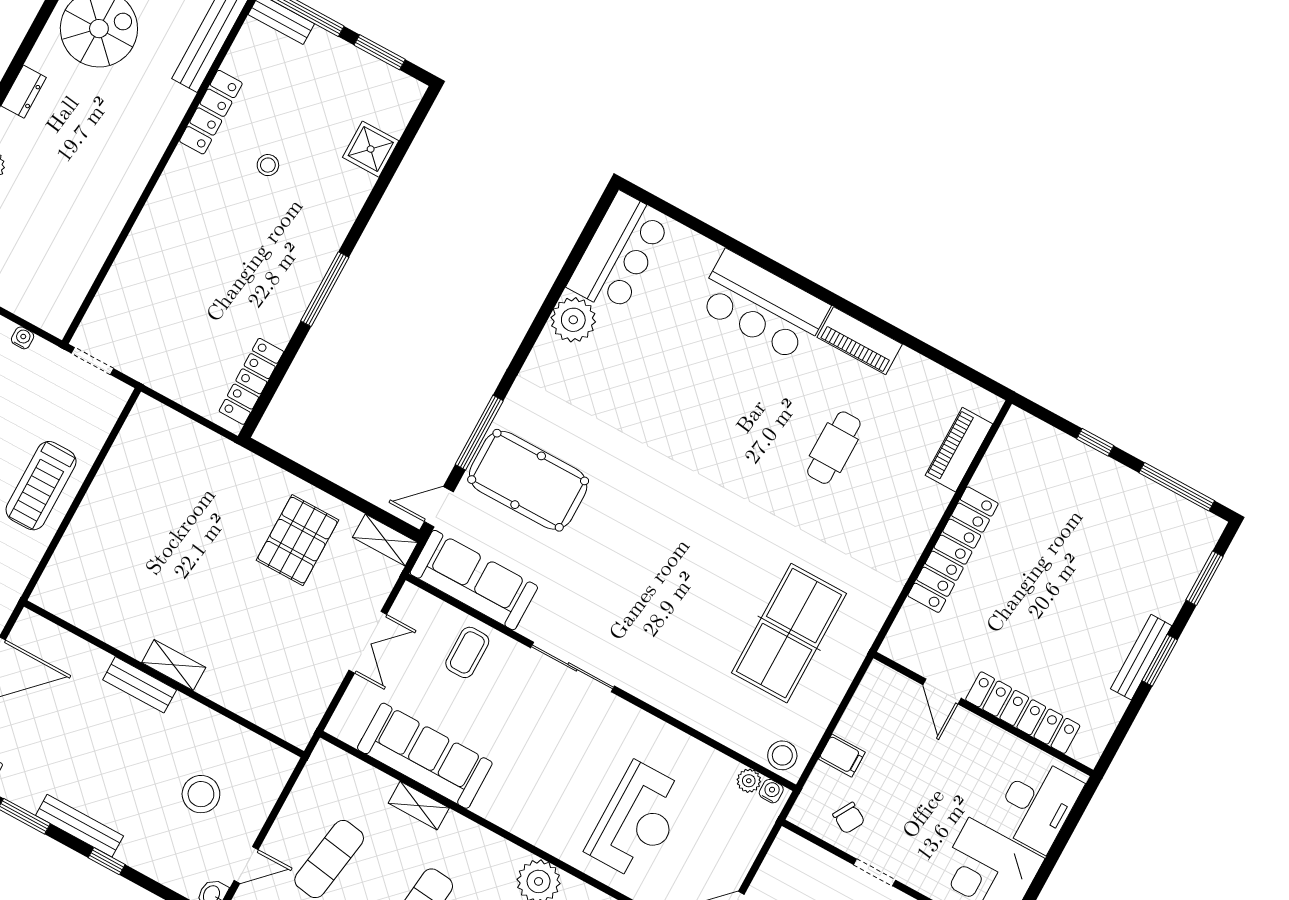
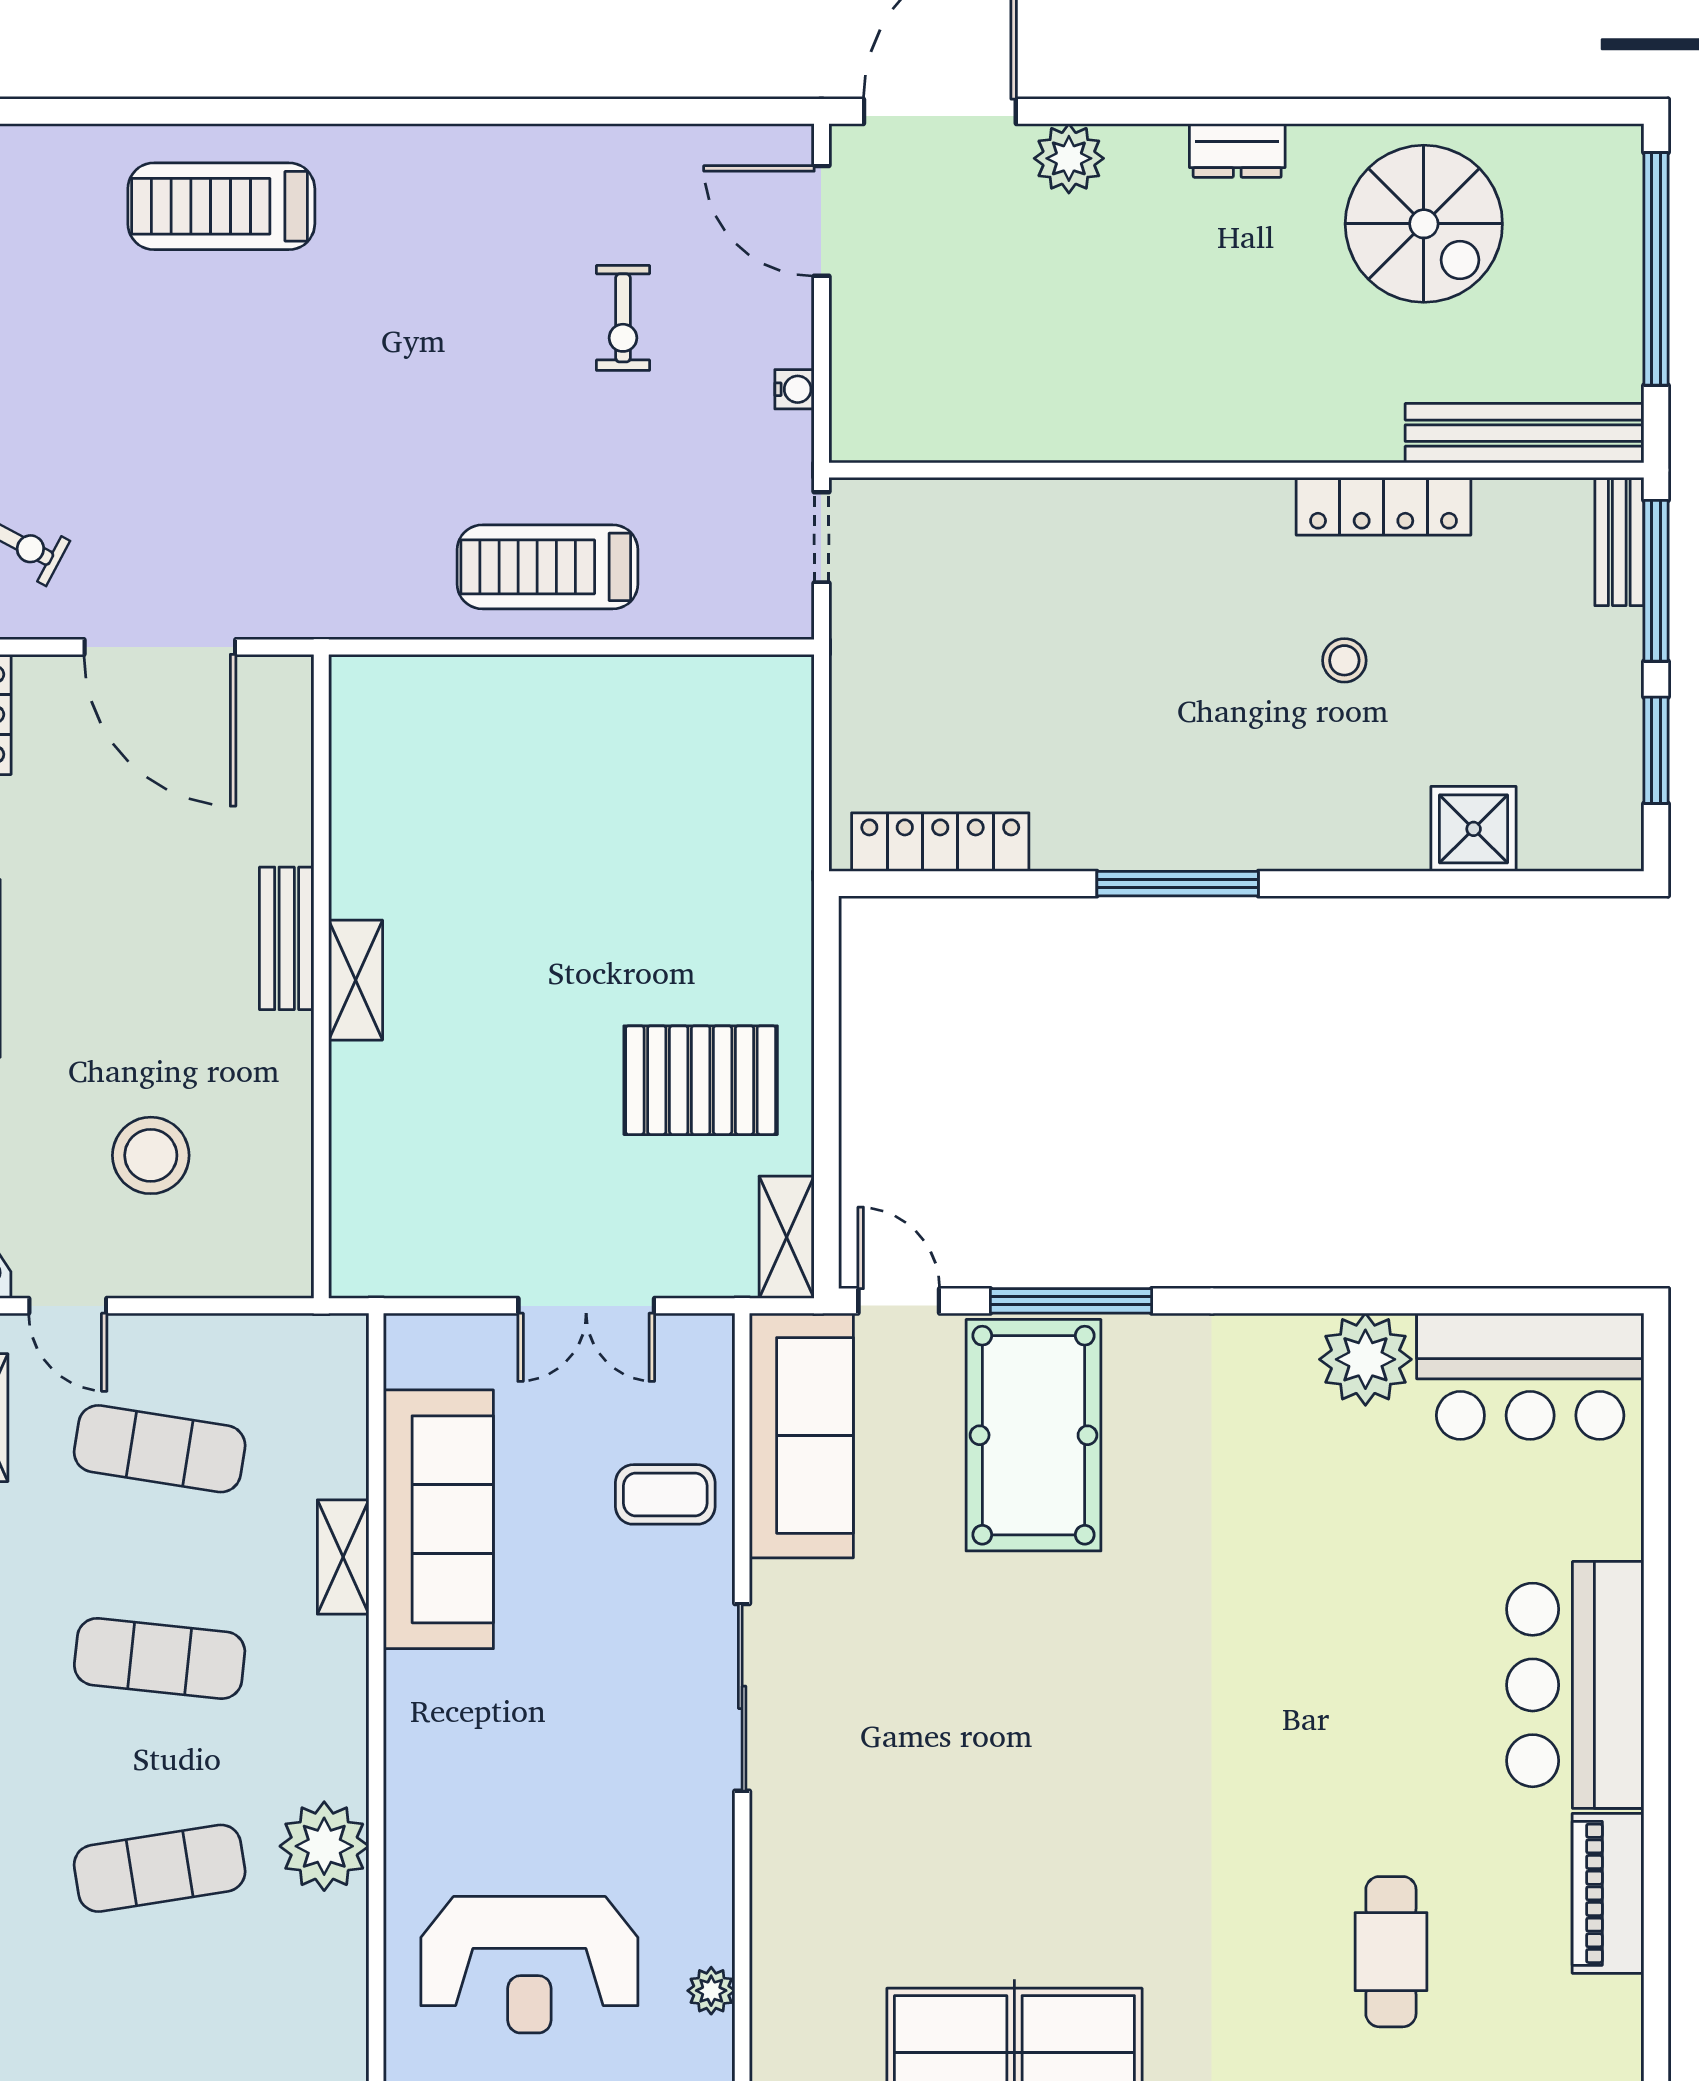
cafe table: (834, 448) -> (1391, 1952), turned 90
plant: (691, 749) -> (711, 1991), added

